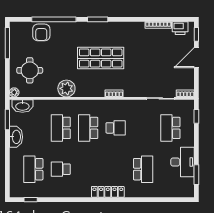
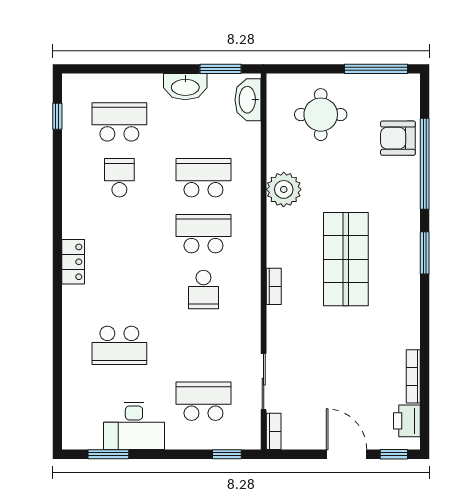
plant: (14, 92) -> (276, 83), removed
locker: (108, 192) -> (73, 262), width x0.66

